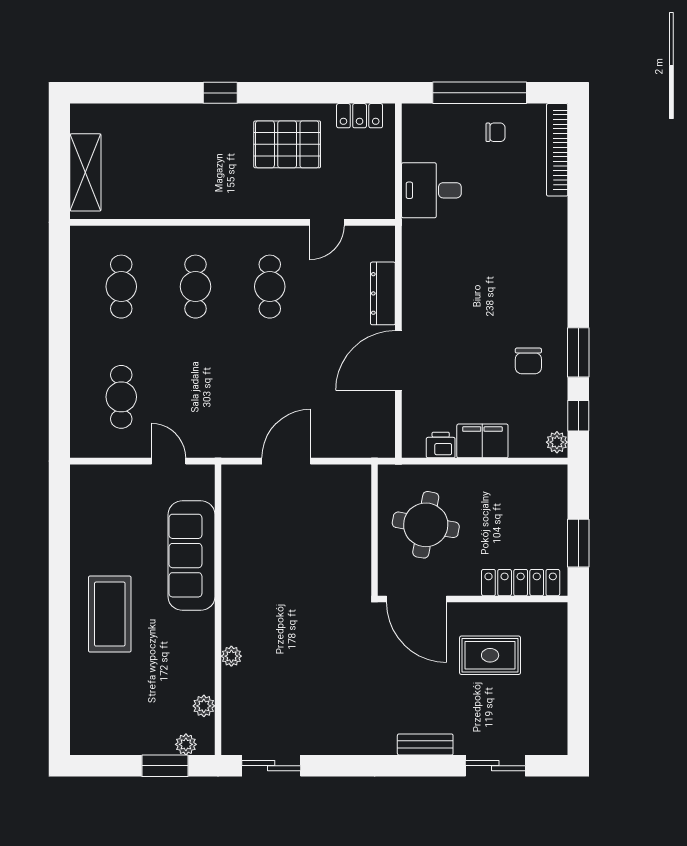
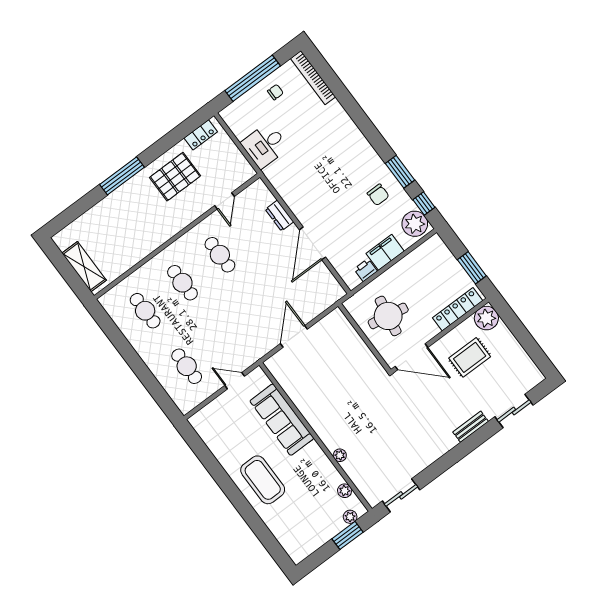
window: (220, 93) -> (122, 176), width x2.17
dresser: (383, 293) -> (279, 216), width x0.70
plant: (557, 442) -> (415, 224), width x1.87, depth x1.87
plant: (549, 621) -> (486, 318), added

